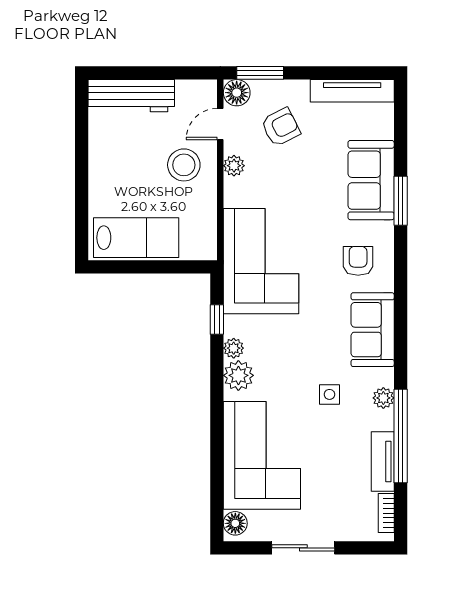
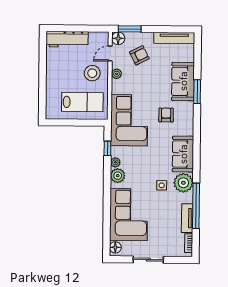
lab bench: (136, 238) -> (82, 102), moved
armchair: (358, 261) -> (166, 115), moved
plant: (383, 398) -> (183, 183), width x1.87, depth x1.87

